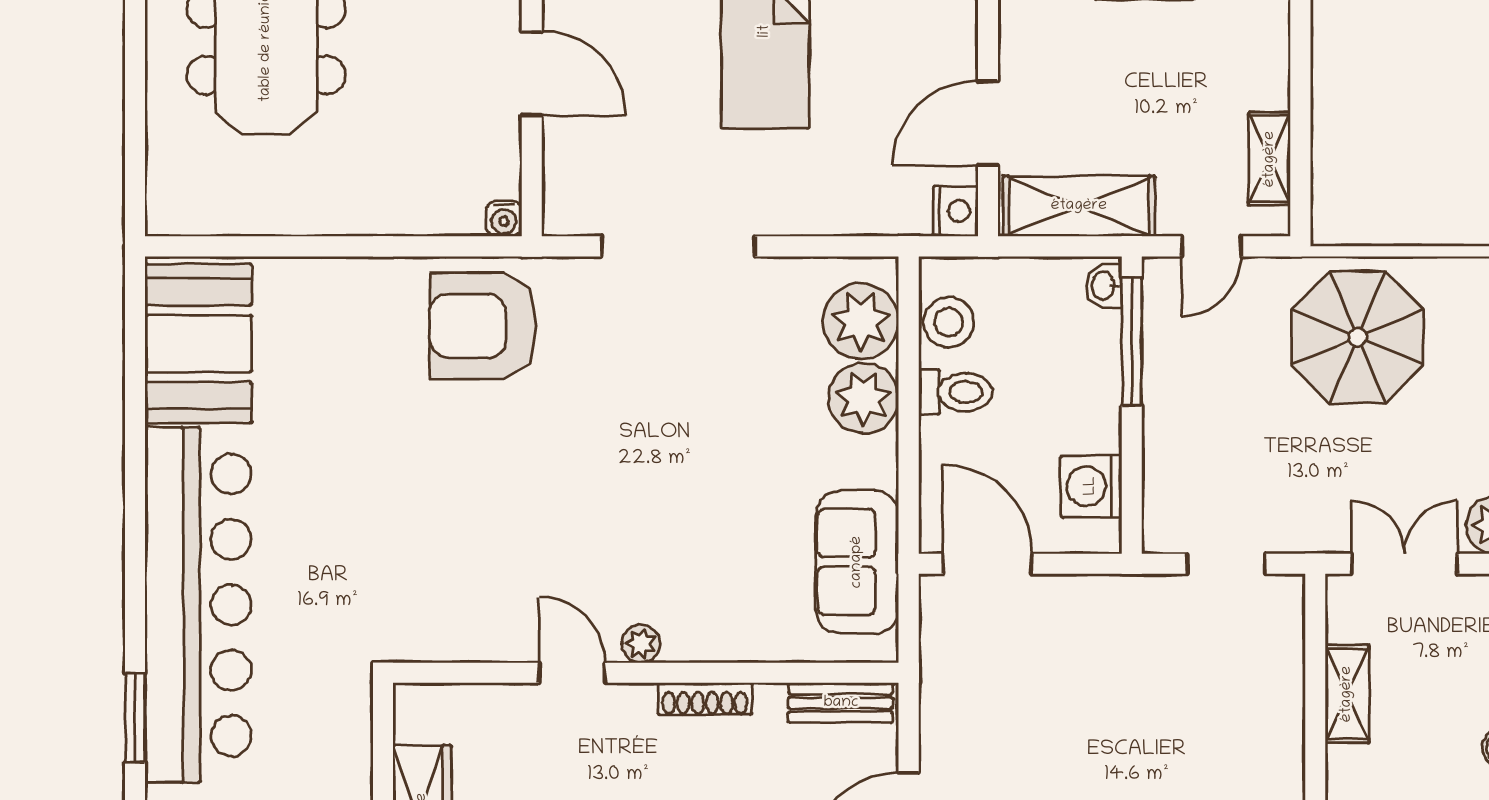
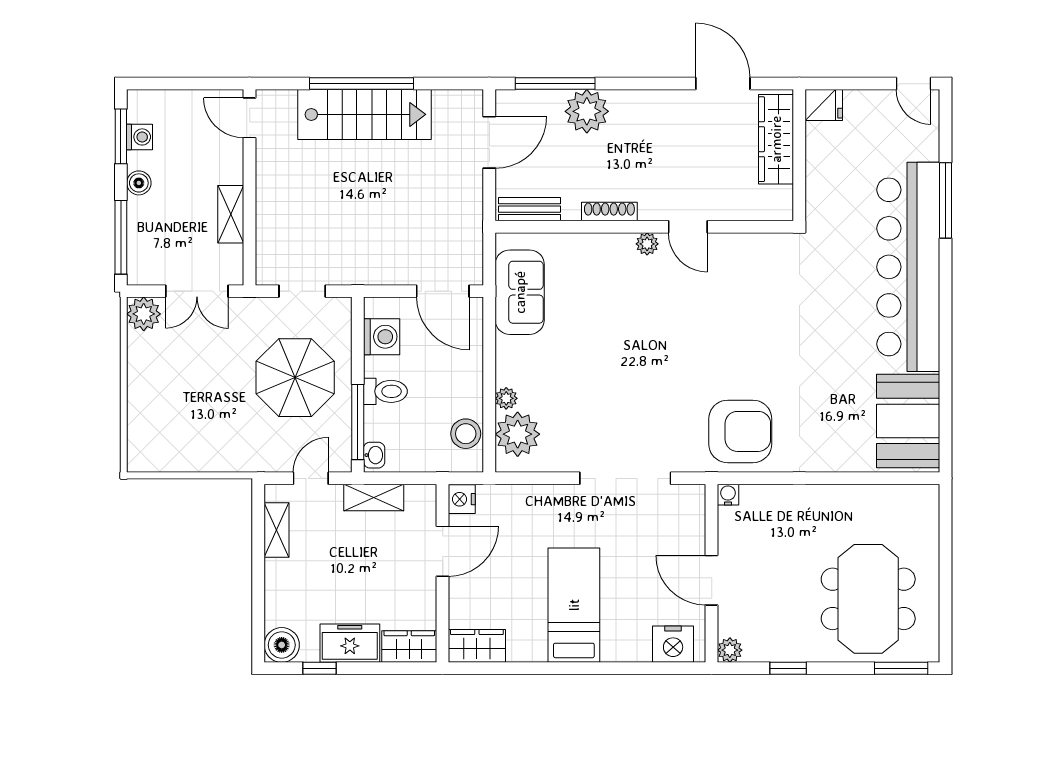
shelving: (1079, 206) -> (374, 498), width x0.67, depth x0.75
parasol: (1358, 337) -> (295, 378), moved
toilet: (956, 392) -> (385, 391), moved, turned 180
plant: (864, 398) -> (506, 398), width x0.53, depth x0.53
window: (135, 718) -> (945, 200), width x1.44

